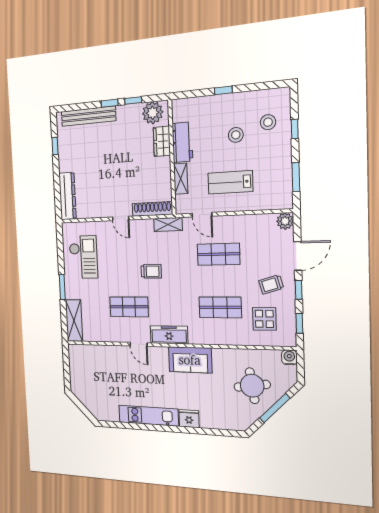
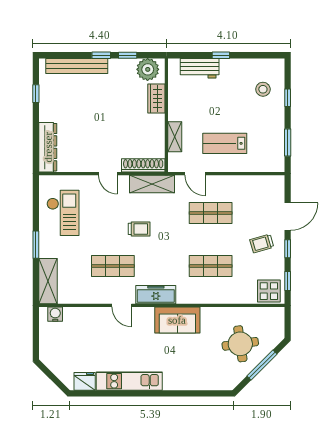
stool: (236, 135) -> (232, 98), removed
workbench: (182, 142) -> (200, 68), moved, turned 90
plant: (285, 221) -> (277, 183), removed
shelving: (168, 224) -> (152, 184), width x1.50, depth x1.33
display table: (264, 319) -> (269, 291), moved
water cooler: (289, 357) -> (55, 314), moved
fridge: (189, 419) -> (85, 381), moved

